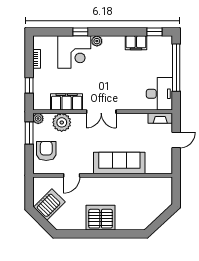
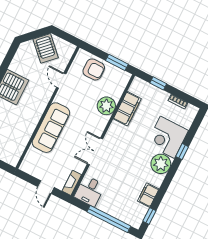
plant: (97, 41) -> (161, 164), width x1.87, depth x1.87
desk: (159, 94) -> (90, 191), width x0.73
double door: (101, 112) -> (95, 151), moved
plant: (38, 119) -> (125, 77), removed
plant: (62, 122) -> (106, 106), moved

